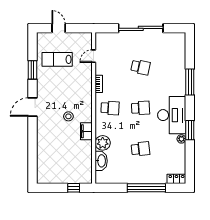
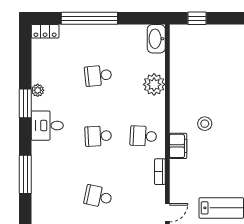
desk: (172, 115) -> (47, 126), width x0.53, depth x0.77
filing cabinet: (86, 131) -> (178, 146), moved
washbasin: (101, 161) -> (156, 39), moved

